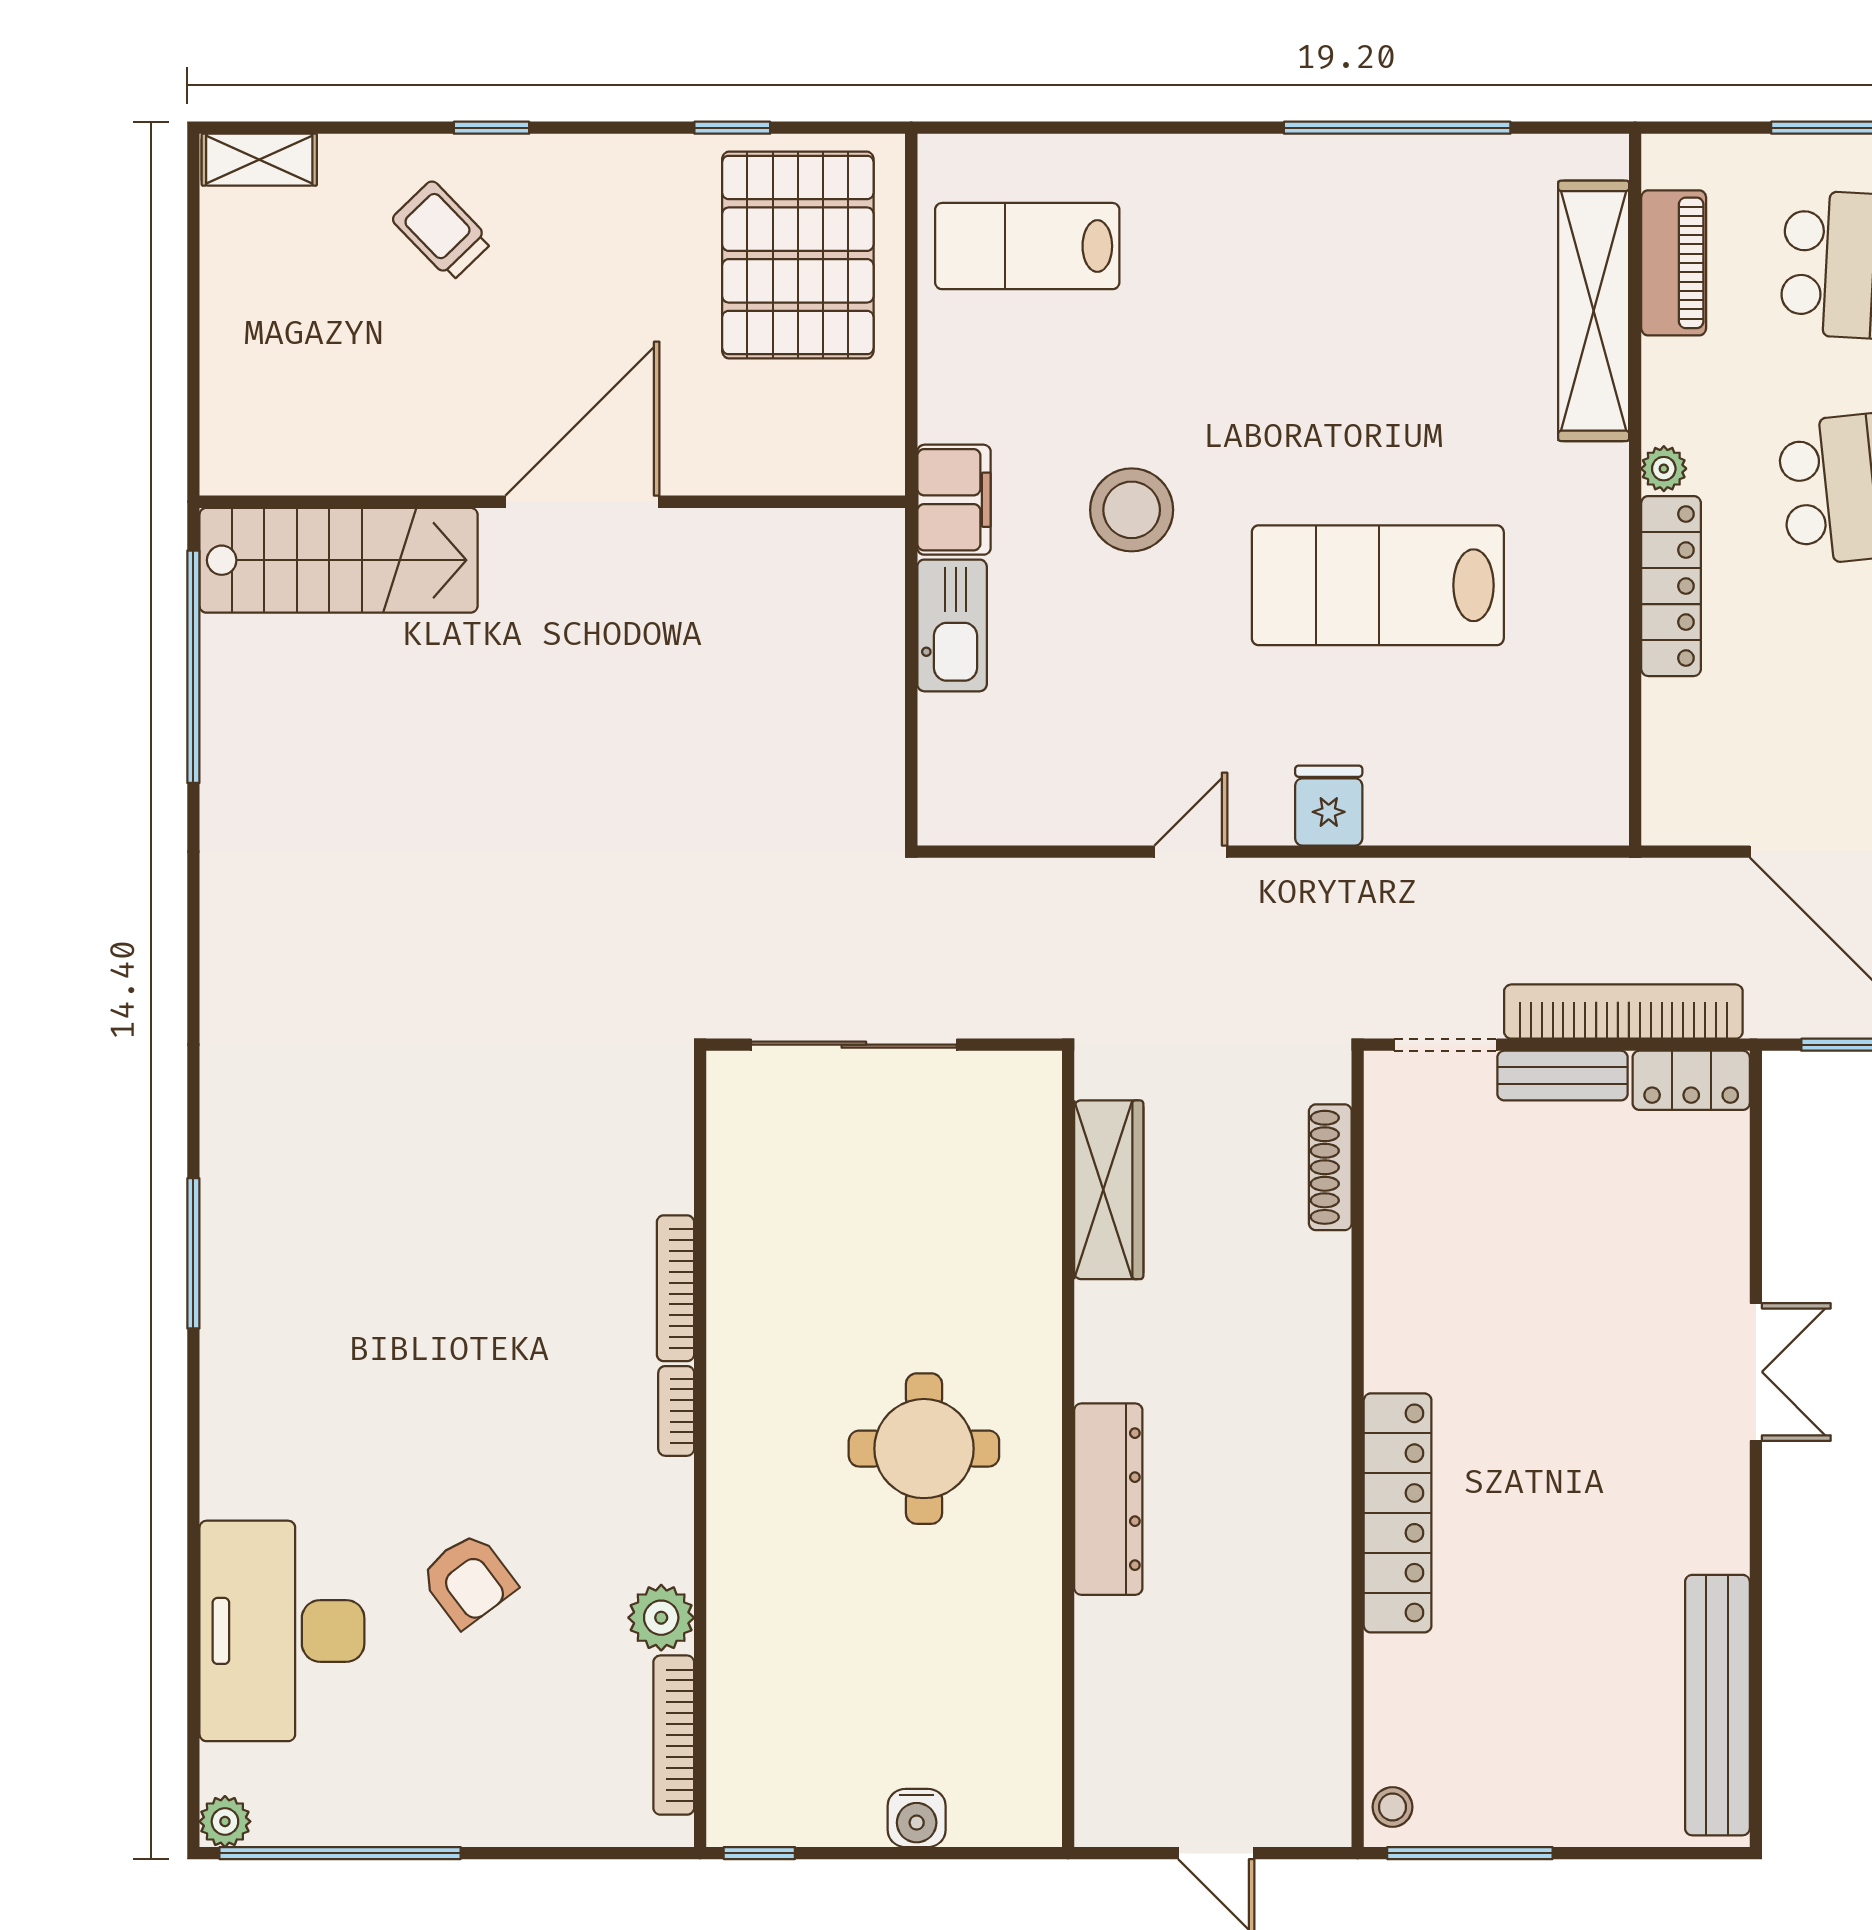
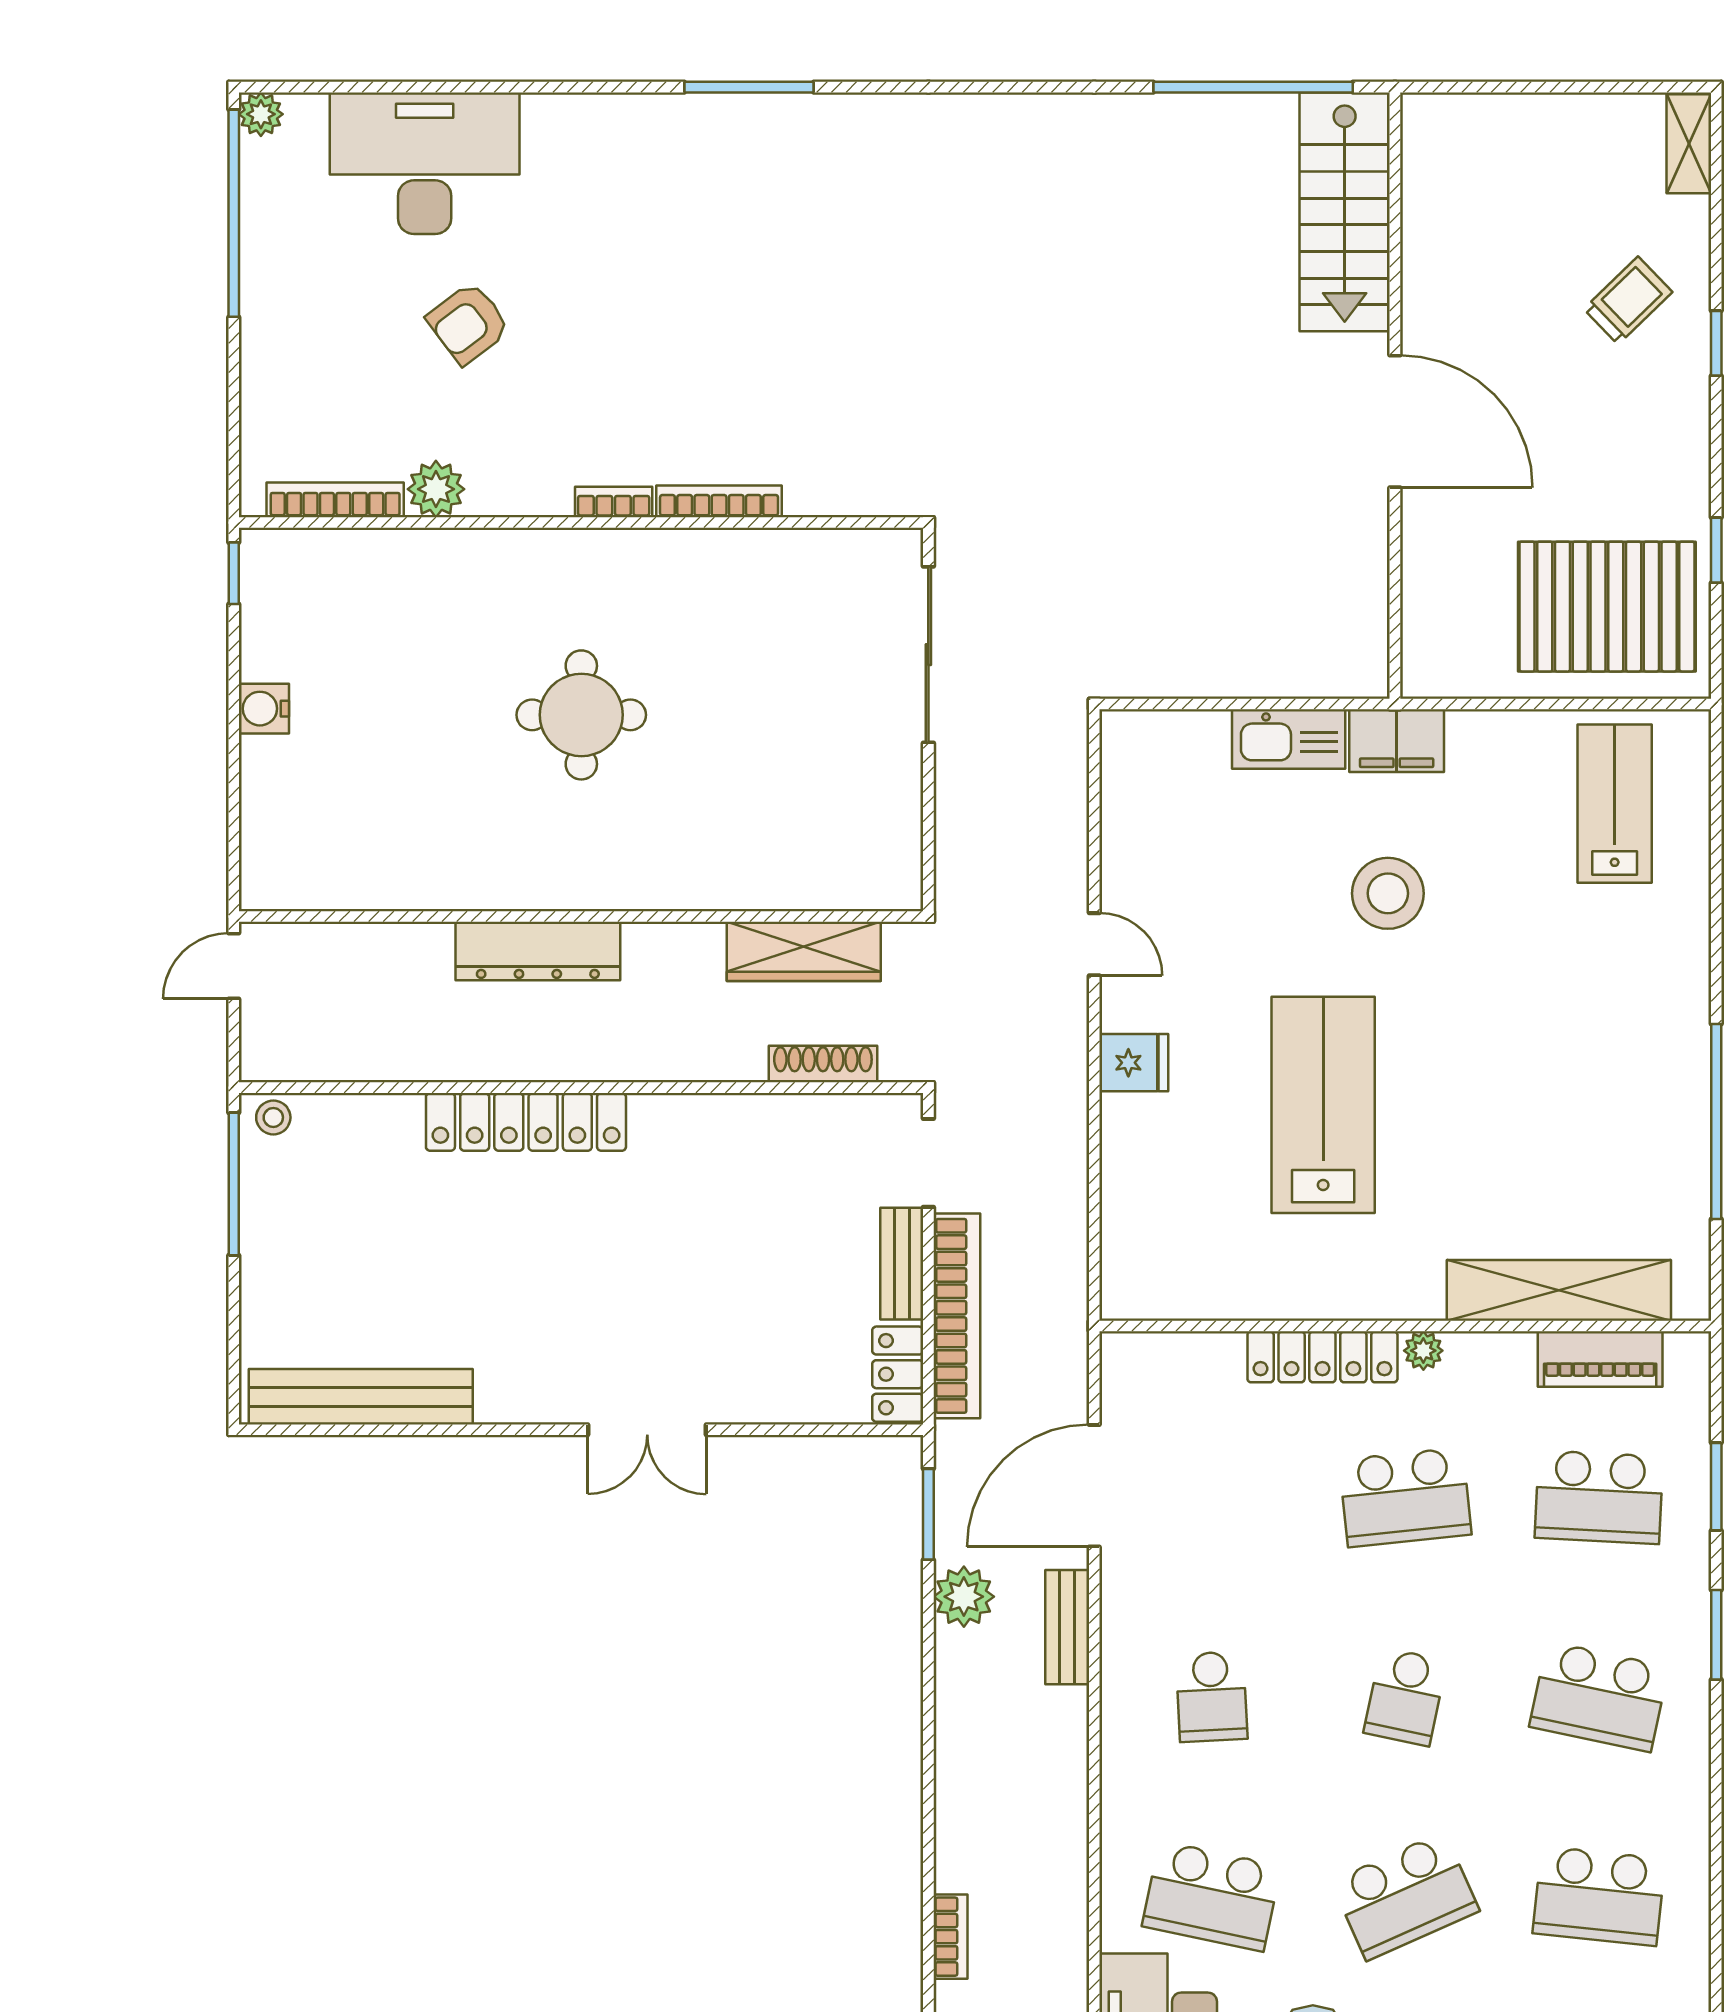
wardrobe: (1109, 1190) -> (804, 951), moved
wall: (1068, 1449) -> (581, 917), moved
dresser: (1108, 1499) -> (538, 951), moved

